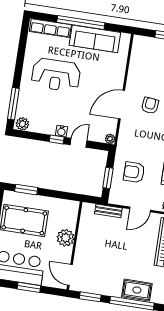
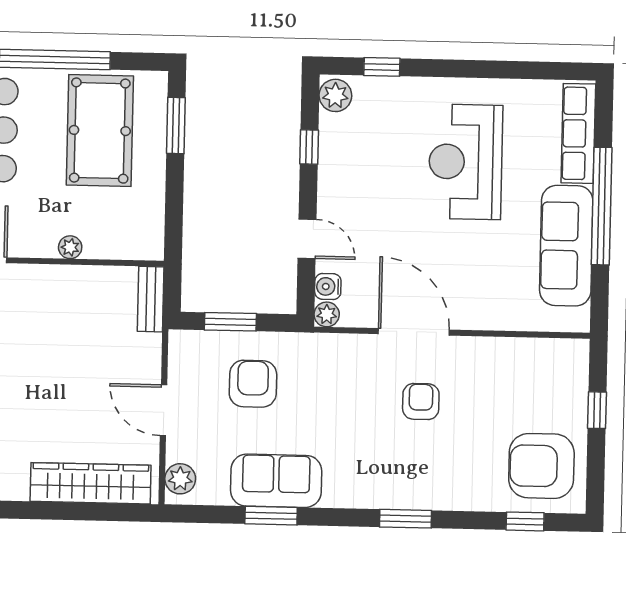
window: (13, 104) -> (382, 67), width x0.46
armchair: (150, 105) -> (421, 402), turned -96
water cooler: (61, 131) -> (328, 287), moved
window: (57, 139) -> (309, 147), moved
bench: (108, 211) -> (151, 299), moved
plant: (66, 238) -> (70, 247), width x0.53, depth x0.53

